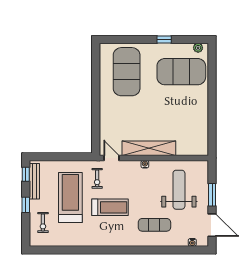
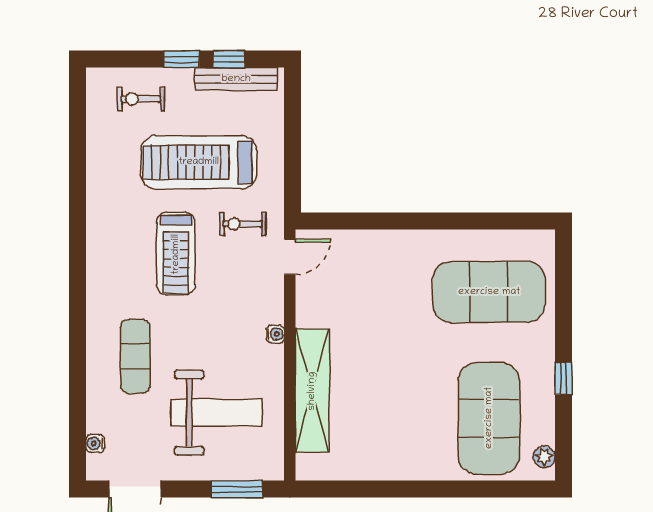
shelving: (149, 148) -> (312, 391), moved
window: (26, 174) -> (229, 59), moved
window: (212, 195) -> (237, 489), moved
treadmill: (70, 197) -> (199, 162), turned 180

